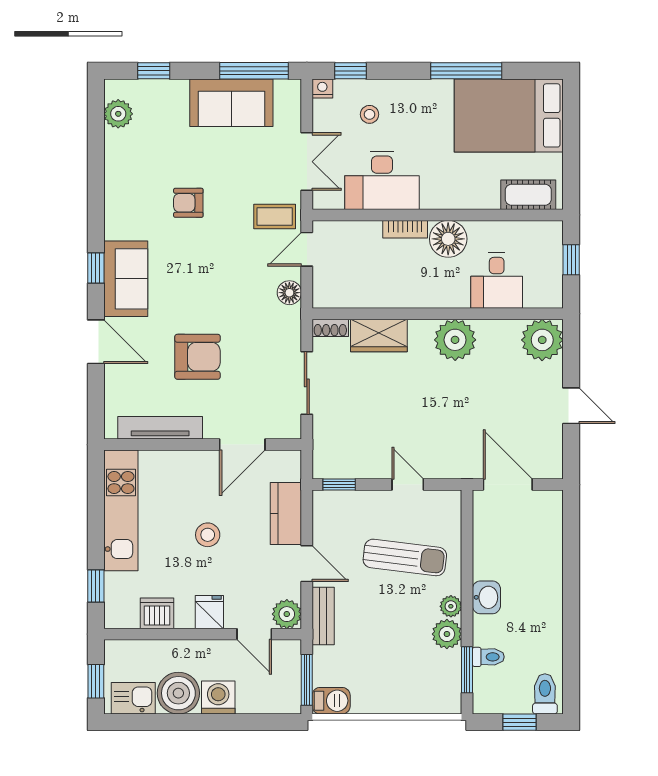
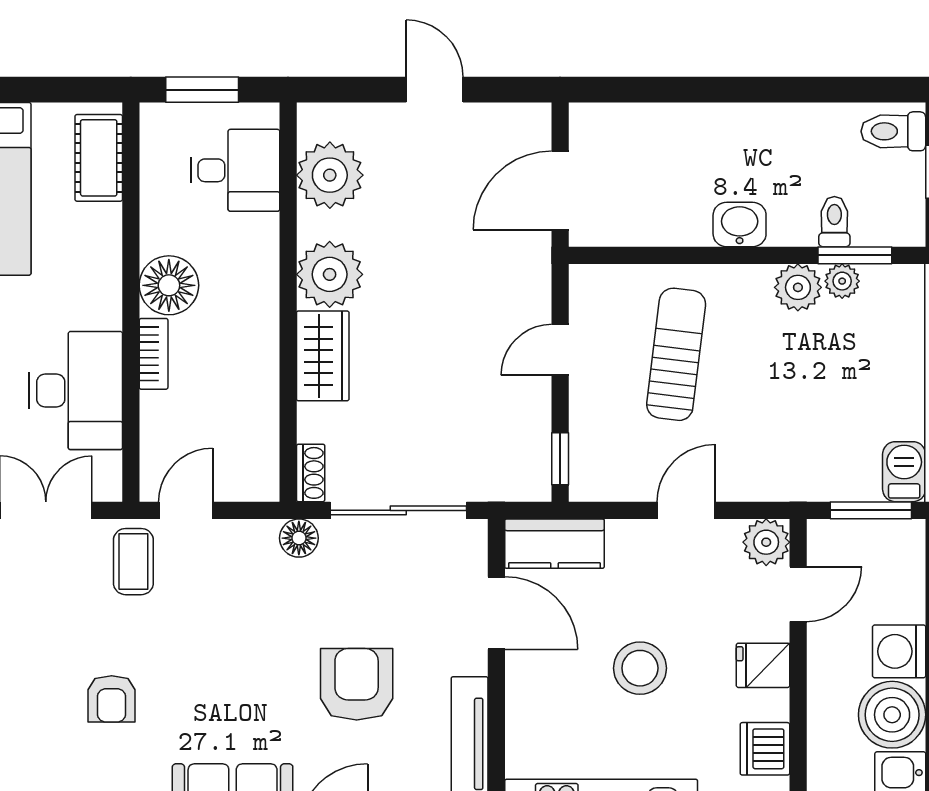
door: (307, 249) -> (186, 510), swing flipped
window: (571, 260) -> (202, 90), width x1.50
desk: (497, 281) -> (235, 170), moved
floor lamp: (289, 293) -> (299, 538), moved
wardrobe: (379, 335) -> (323, 356), moved
plant: (542, 340) -> (330, 175), moved
sliding door: (307, 383) -> (398, 510), width x1.37
door: (571, 406) -> (435, 90), hinge flipped
kitchen counter: (286, 514) -> (554, 544), moved
stool: (208, 535) -> (640, 668), width x1.38, depth x1.38
plant: (451, 606) -> (842, 281), moved
bench: (323, 616) -> (769, 484), removed

